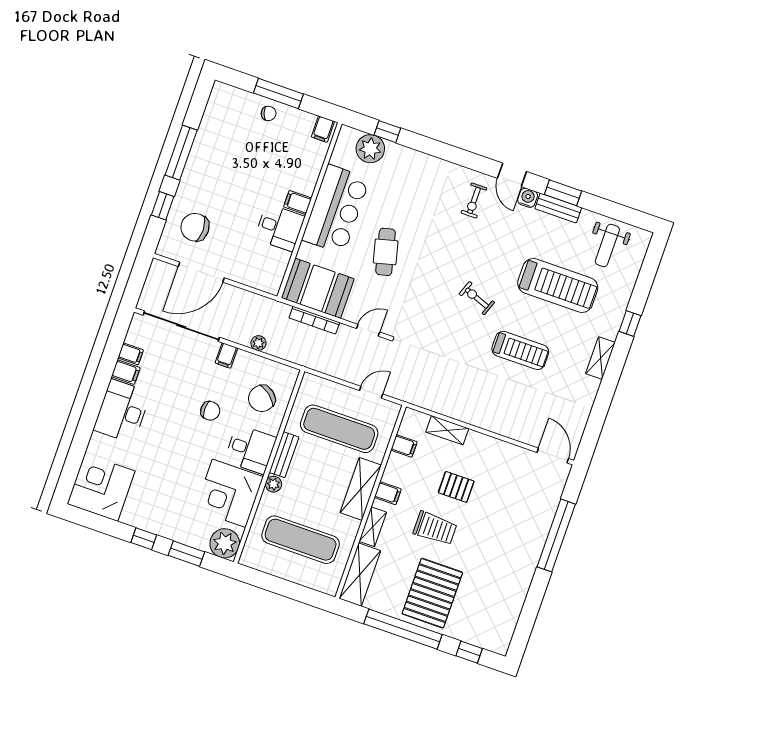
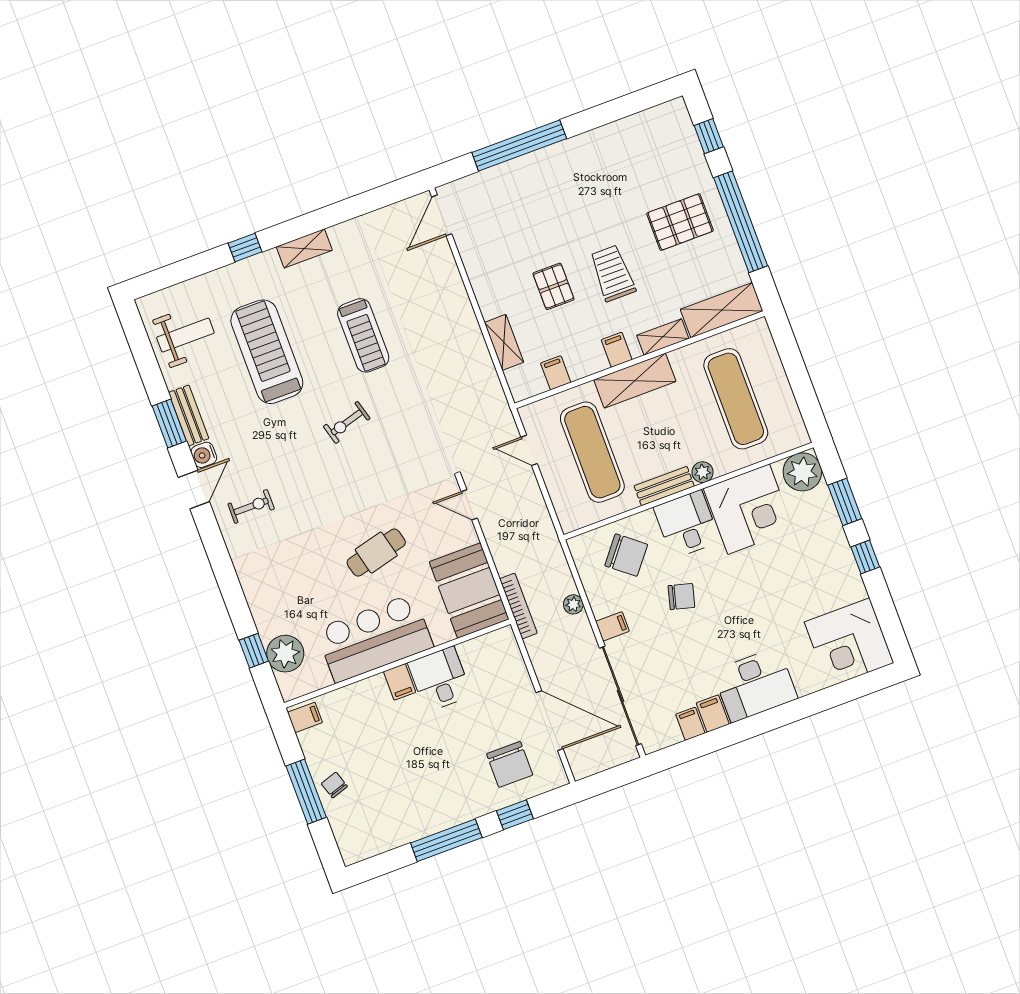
exercise bike: (477, 298) -> (347, 422), turned 53
bookcase: (314, 320) -> (518, 606), moved
treadmill: (520, 350) -> (363, 335), turned 180
chair: (210, 411) -> (681, 597), turned 105
pallet: (432, 593) -> (680, 222), width x0.73, depth x0.71

